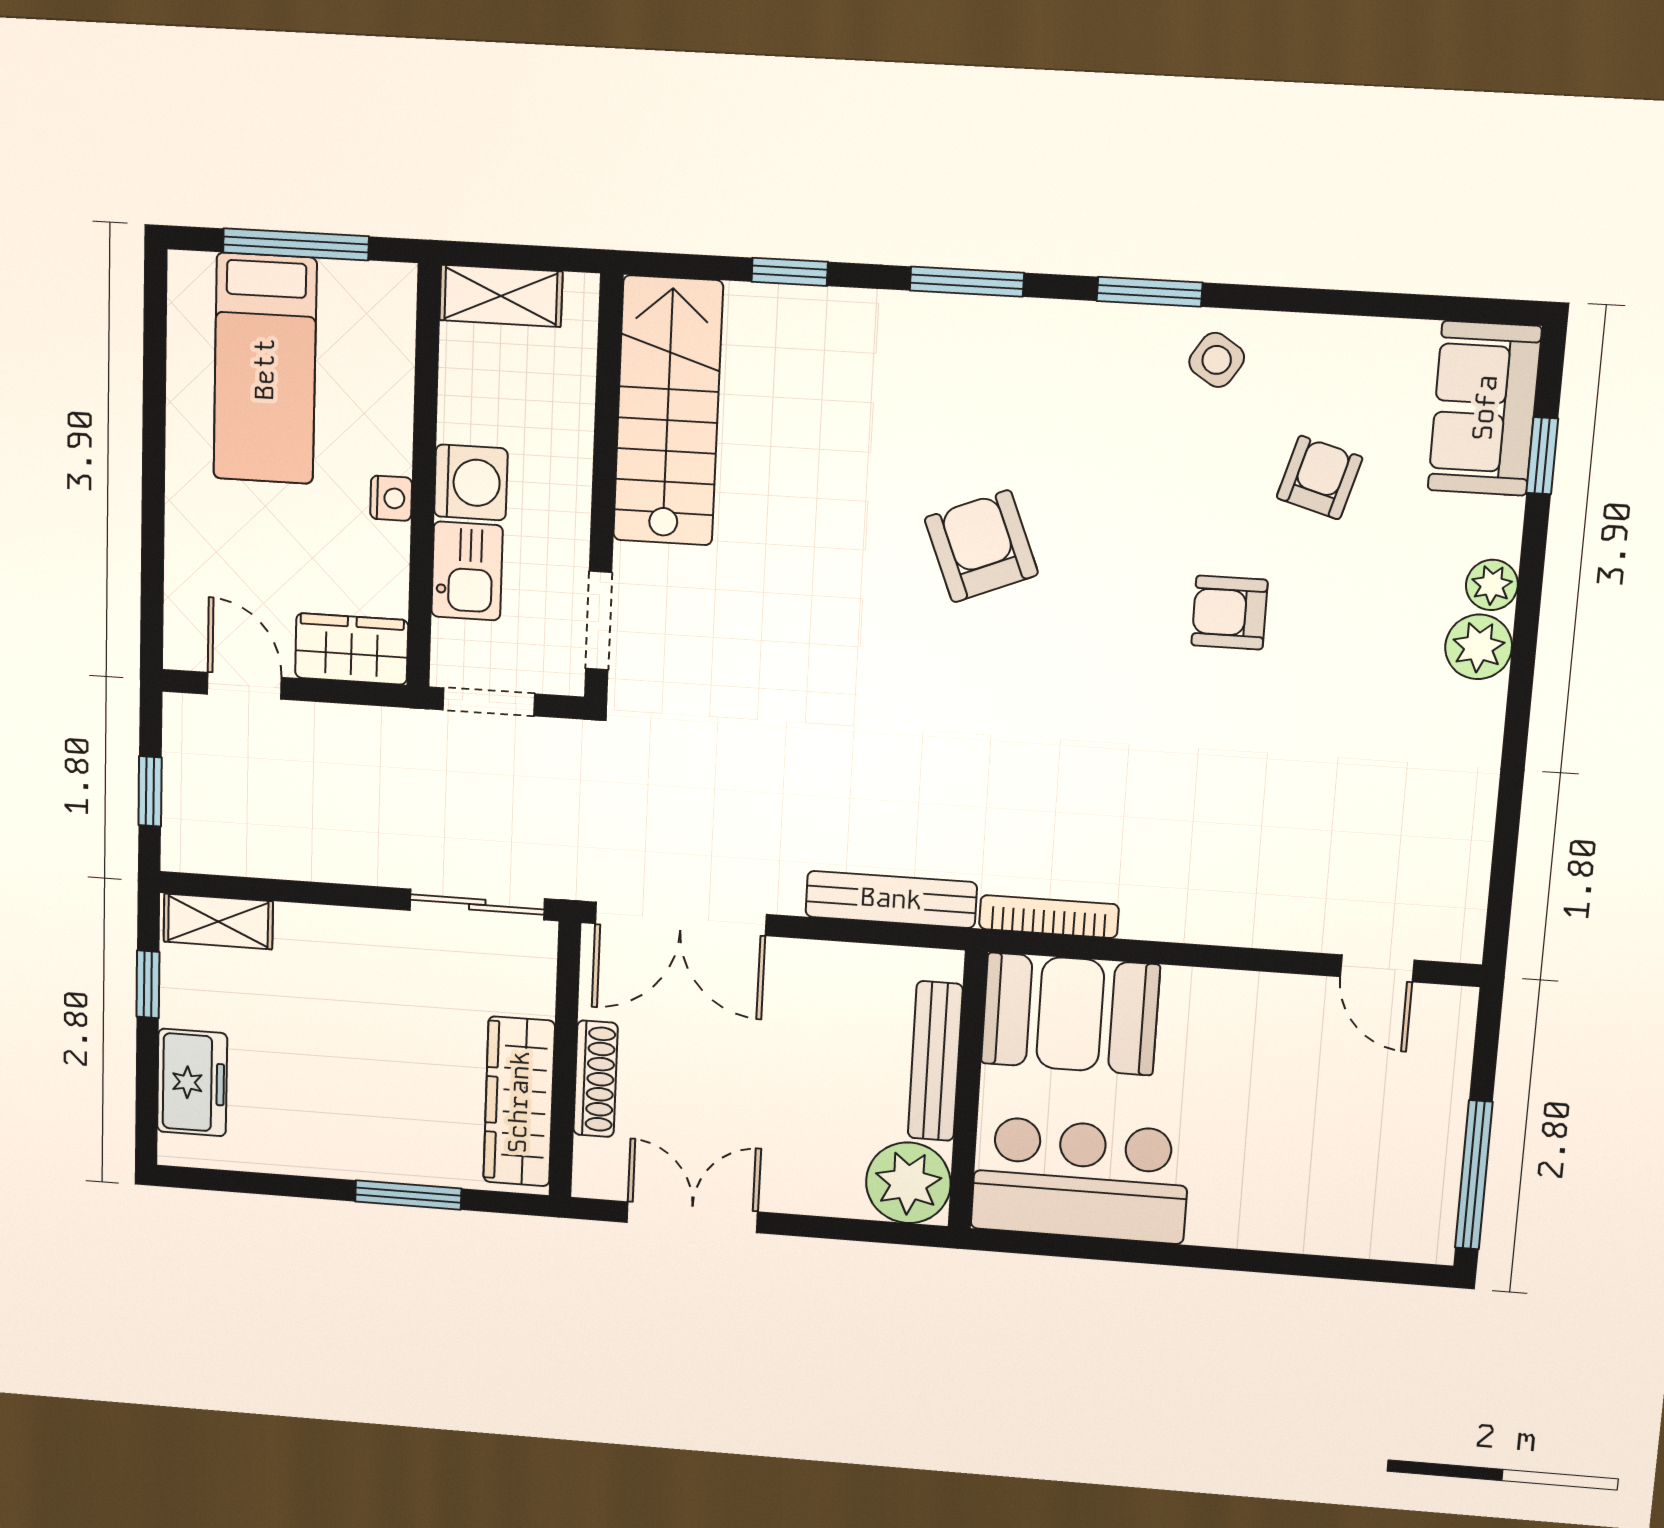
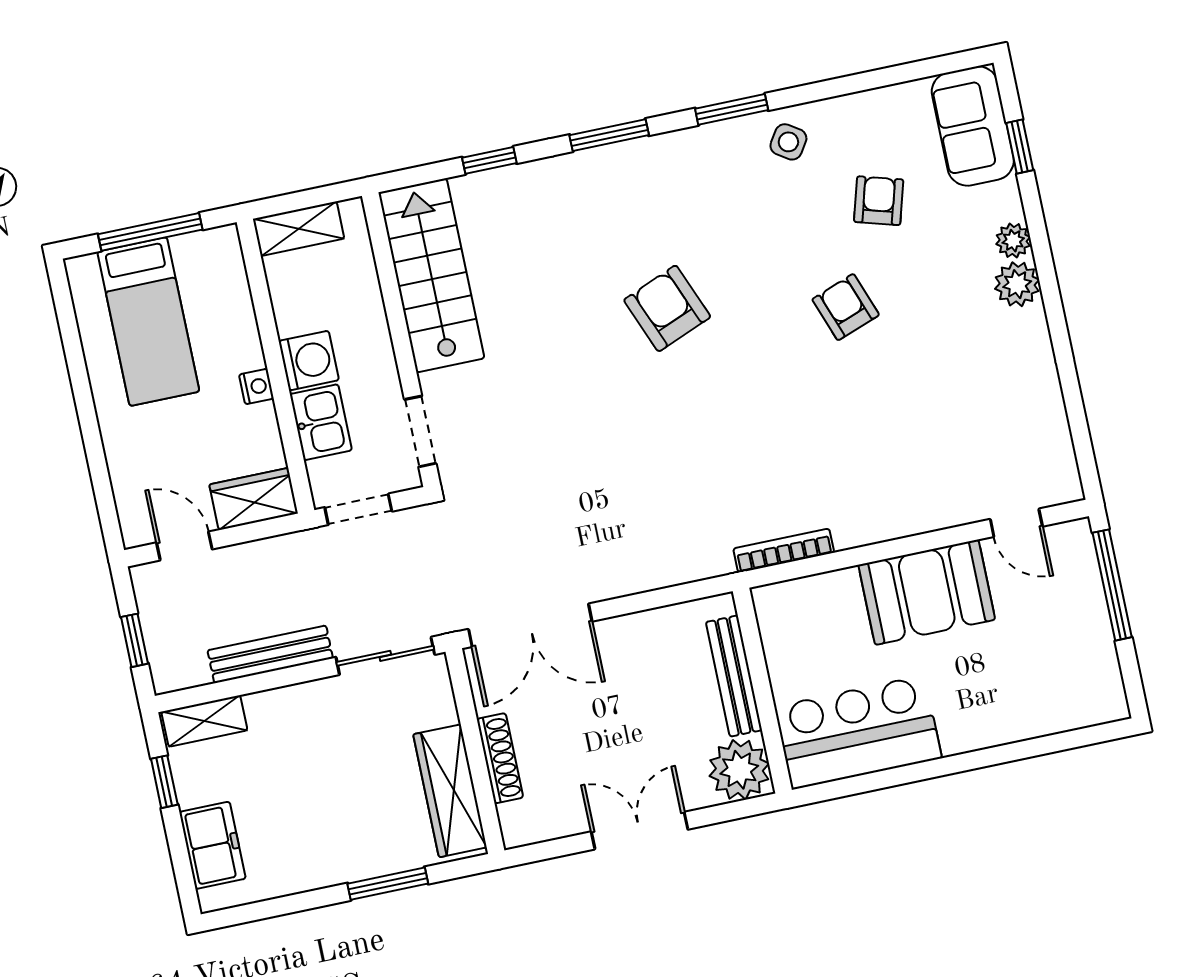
armchair: (1229, 613) -> (846, 307), turned 70
bench: (891, 899) -> (270, 654), moved
booth: (1070, 1014) -> (927, 592), moved
window: (1474, 1175) -> (1112, 585), moved
double door: (692, 1217) -> (640, 831), moved

